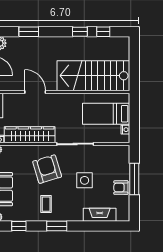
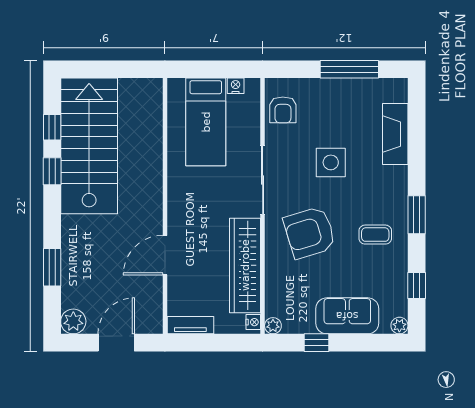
stairs: (93, 76) -> (89, 146), moved, turned 180
window: (134, 179) -> (349, 69), moved
armchair: (121, 188) -> (283, 110), moved

